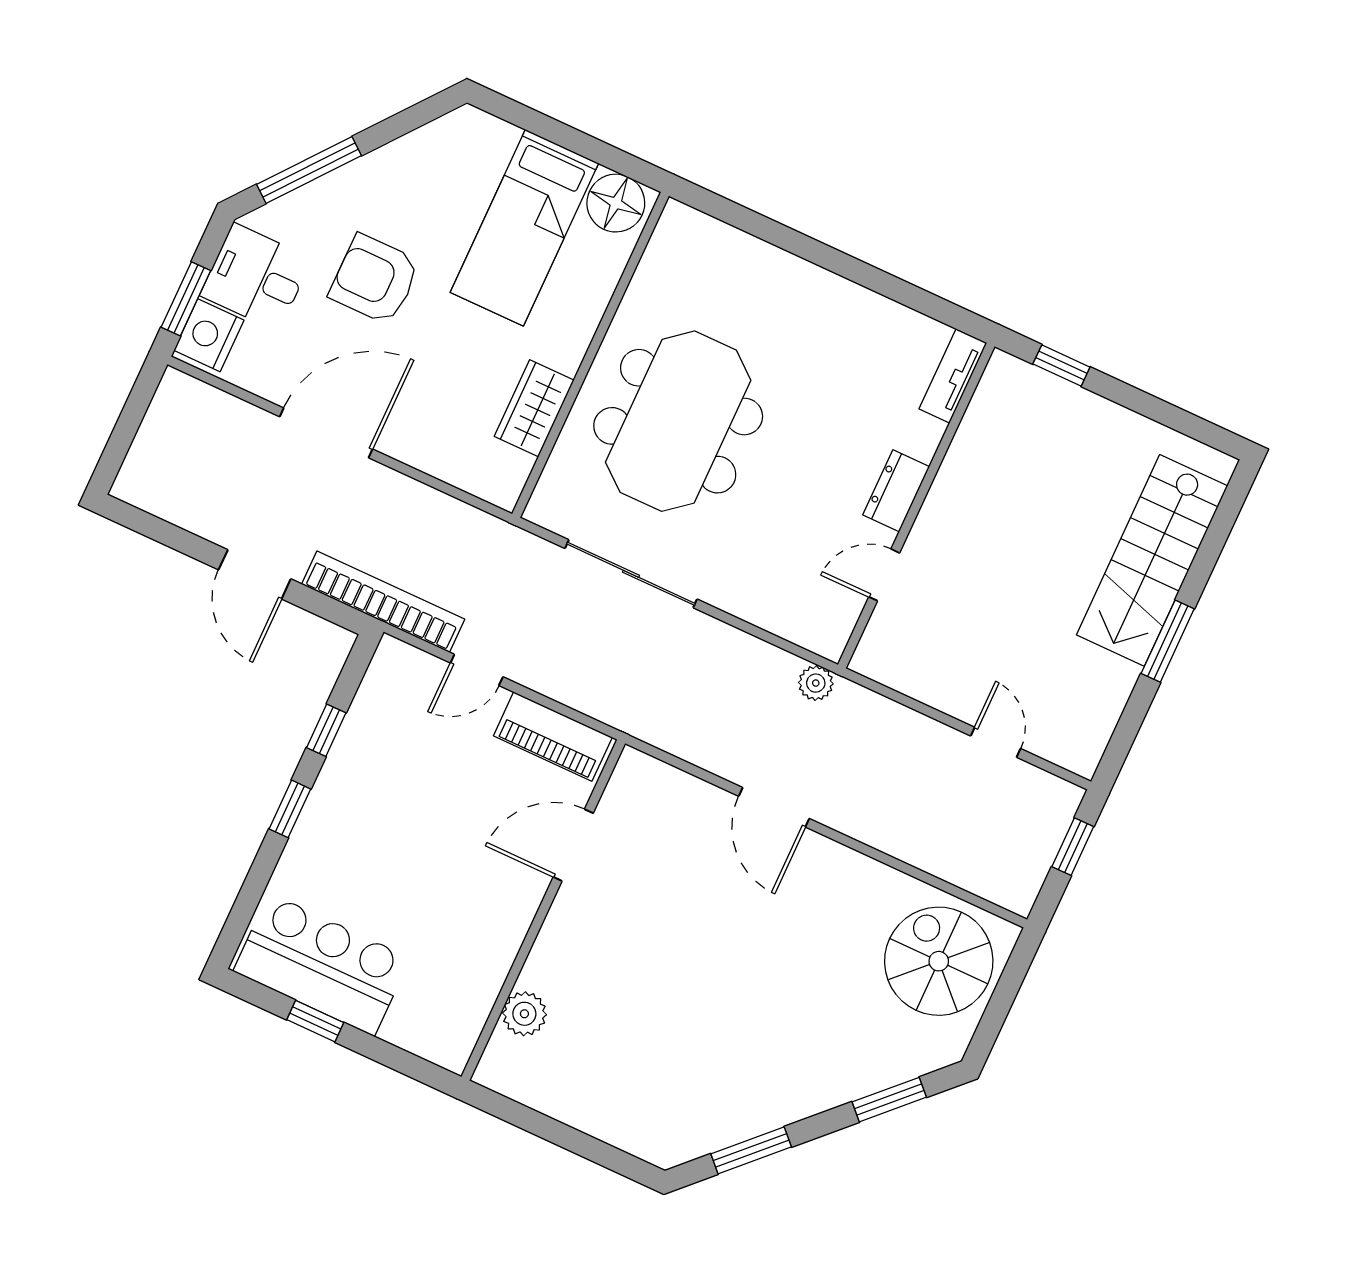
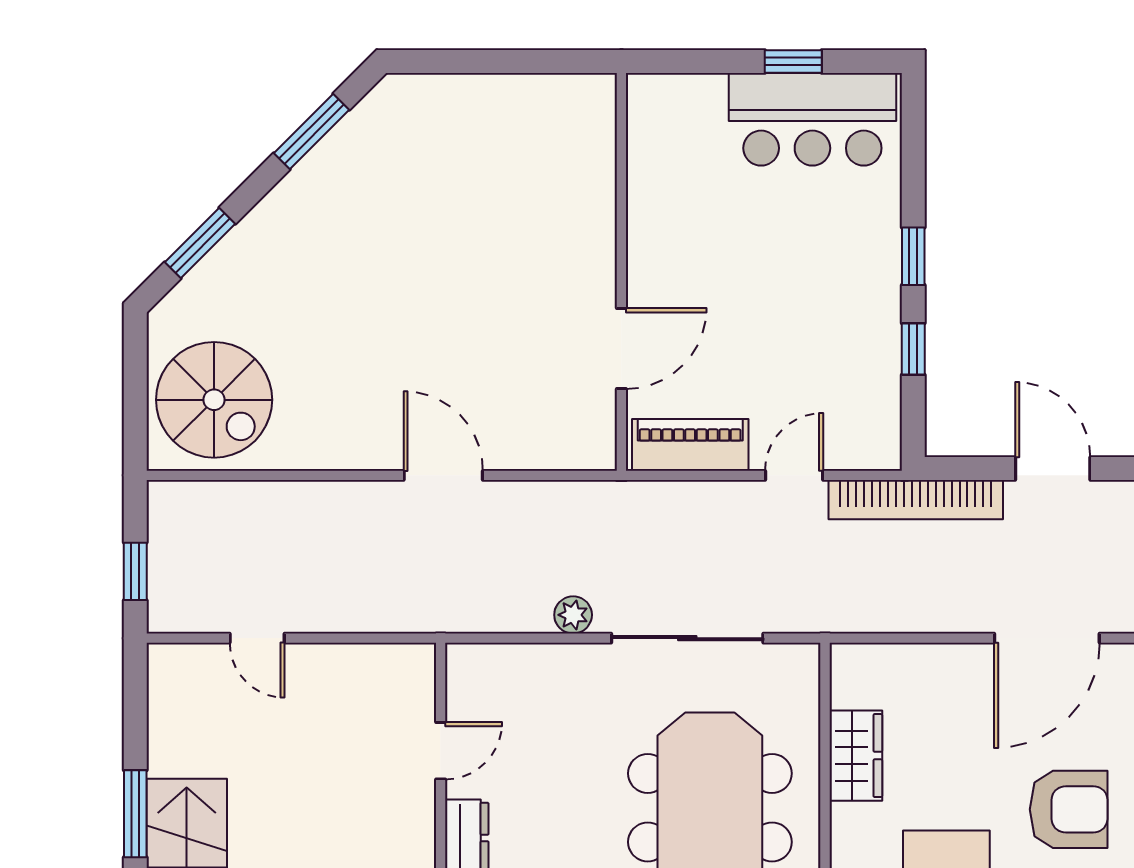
plant: (816, 683) -> (573, 615), moved
plant: (524, 1014) -> (593, 163), removed

